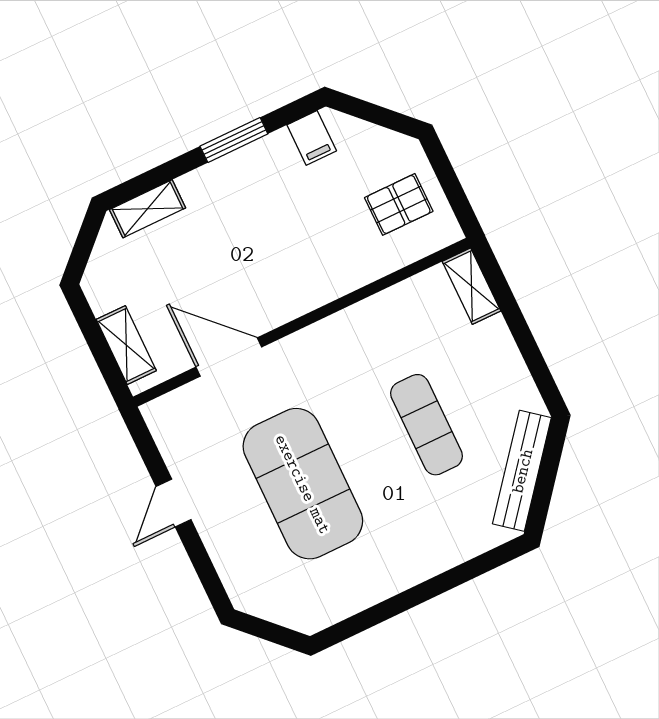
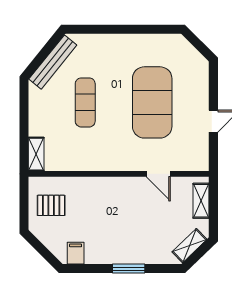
window: (234, 140) -> (129, 269), moved
shelving: (148, 209) -> (189, 246), moved, turned -44
door: (229, 357) -> (158, 174), width x0.73

